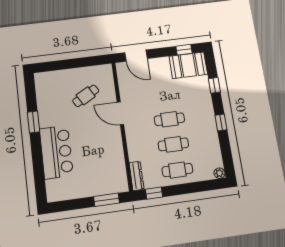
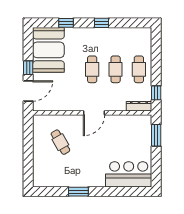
window: (184, 50) -> (28, 68), moved
booth: (188, 65) -> (48, 50), width x1.36, depth x1.42
door: (120, 113) -> (94, 113), moved
bar counter: (56, 152) -> (129, 174), moved
plant: (219, 173) -> (147, 32), removed

